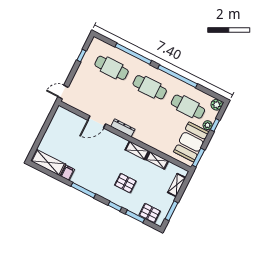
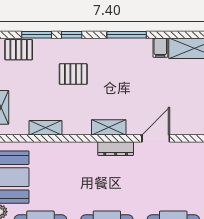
shelving: (137, 150) -> (109, 127), moved

